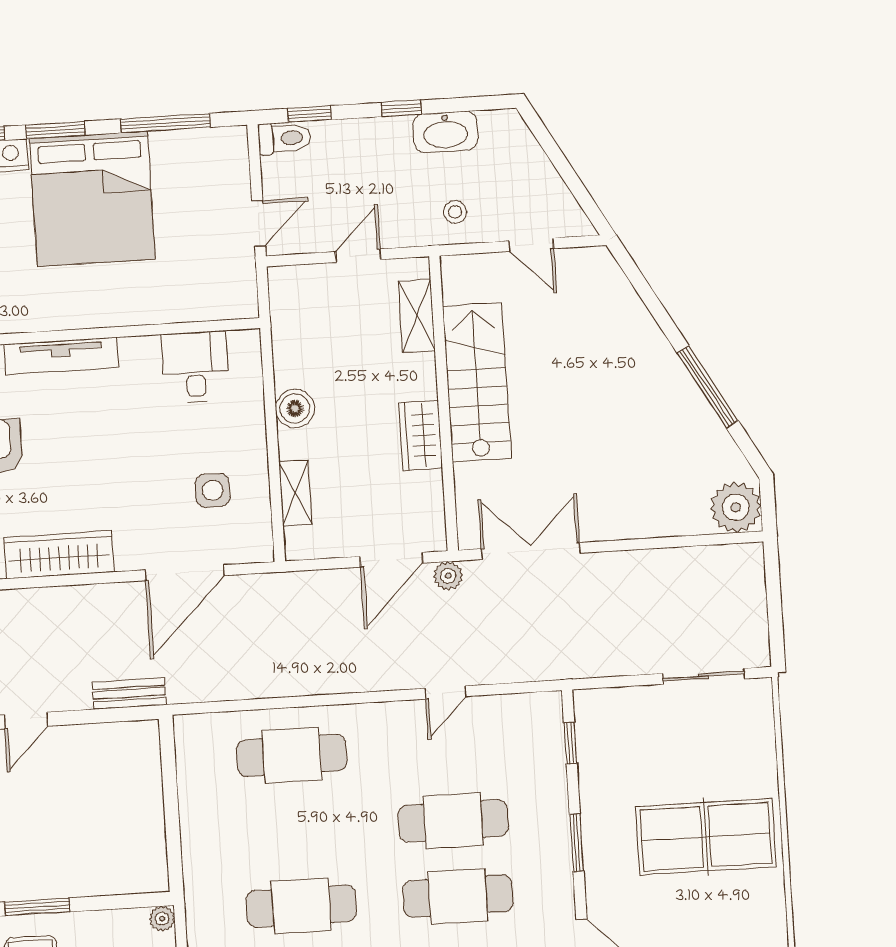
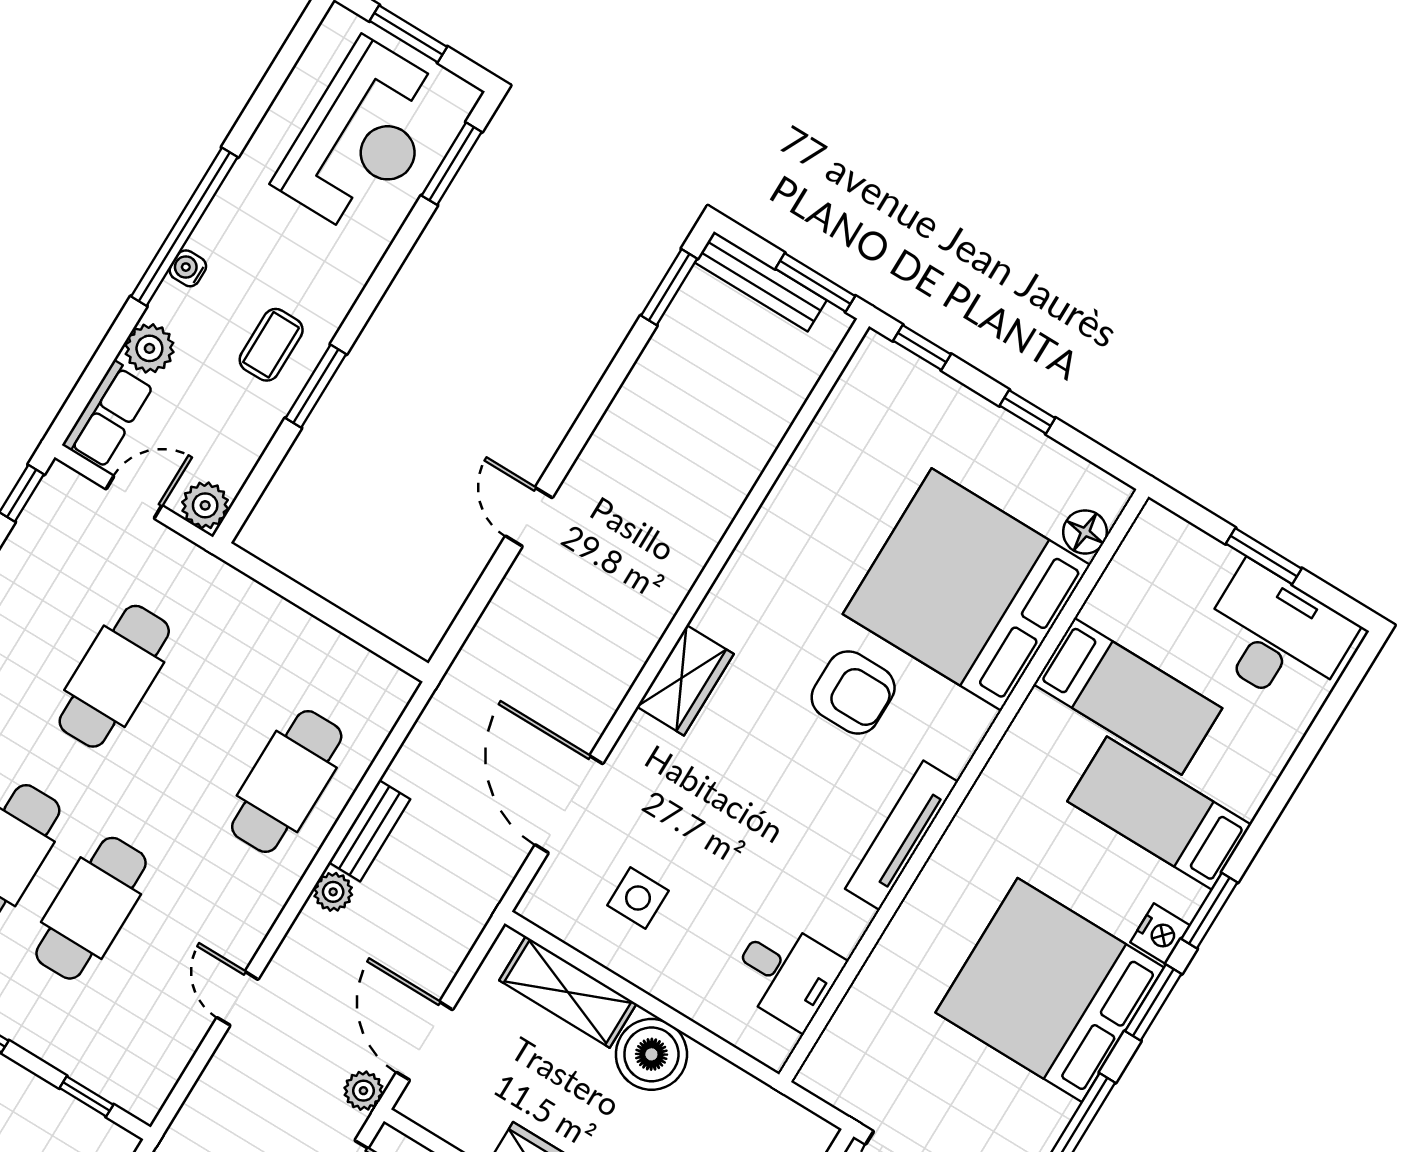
boiler: (295, 408) -> (651, 1054), width x1.37, depth x1.37
shelving: (295, 493) -> (568, 992), width x1.50, depth x1.33
wardrobe: (59, 555) -> (685, 680), width x0.67
plant: (339, 680) -> (333, 892), added
bench: (129, 693) -> (369, 831), moved
plant: (162, 919) -> (205, 505), width x1.38, depth x1.38

